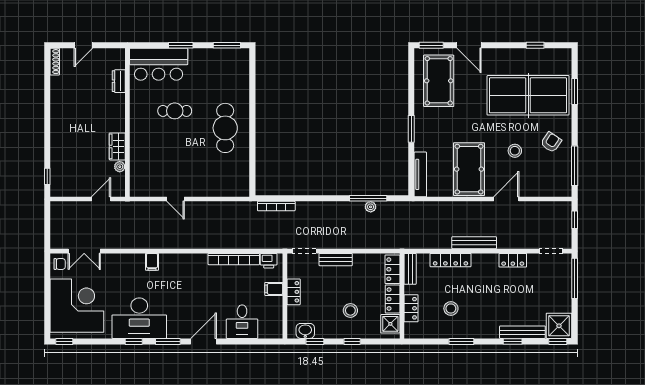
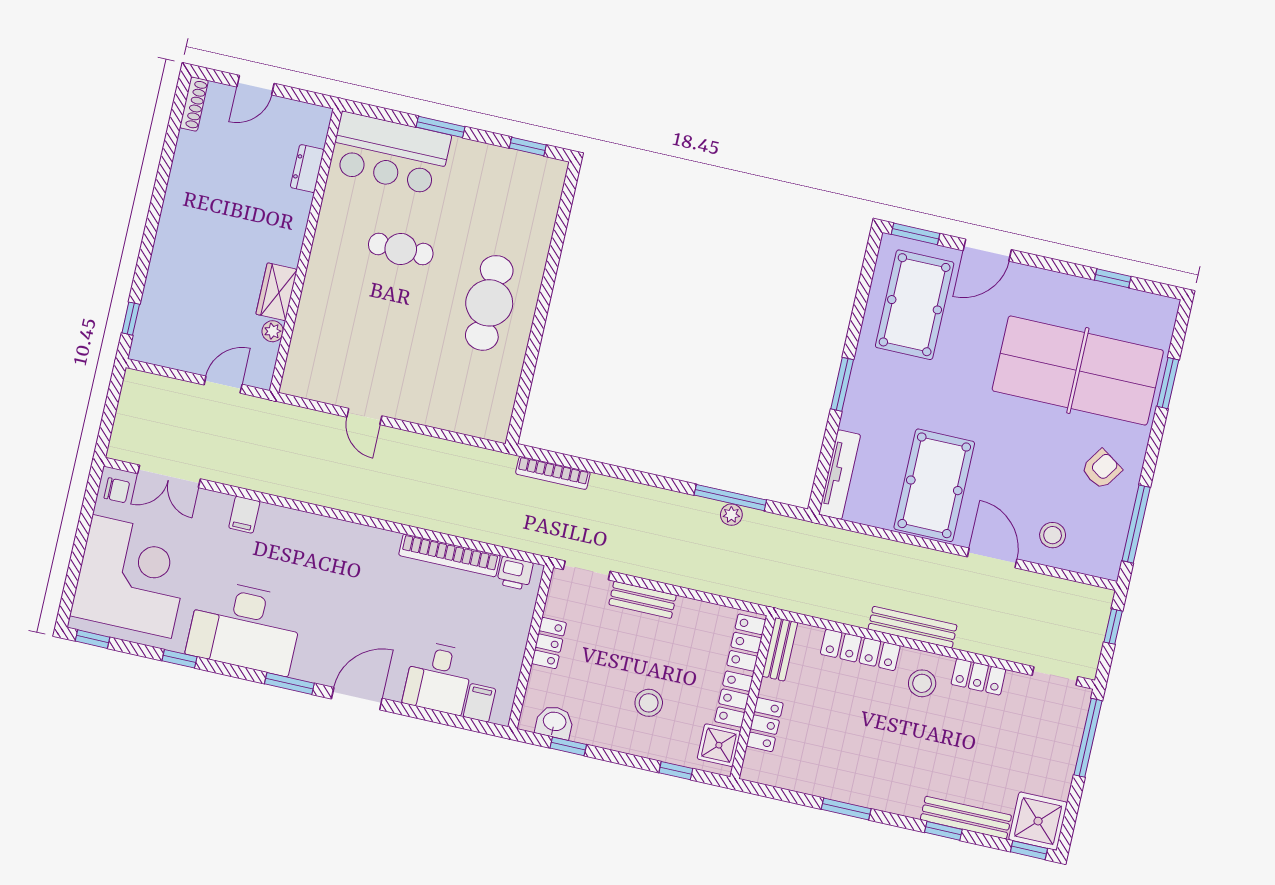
window: (227, 45) -> (528, 147), width x0.67
door: (469, 45) -> (987, 250), hinge flipped
stool: (515, 151) -> (1053, 535), moved
door: (506, 199) -> (992, 558), hinge flipped
filing cabinet: (152, 262) -> (244, 515), moved
filing cabinet: (274, 289) -> (480, 703), moved, turned 90
stool: (451, 308) -> (922, 683), moved
window: (134, 341) -> (179, 659), moved
window: (352, 341) -> (676, 771), moved

